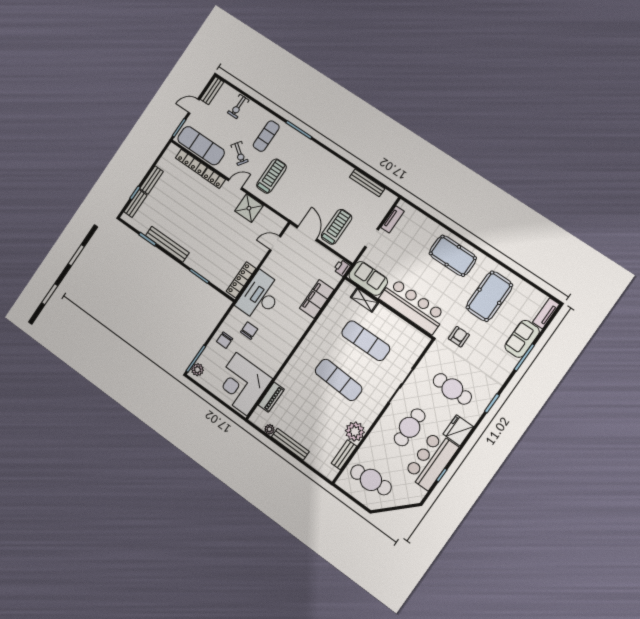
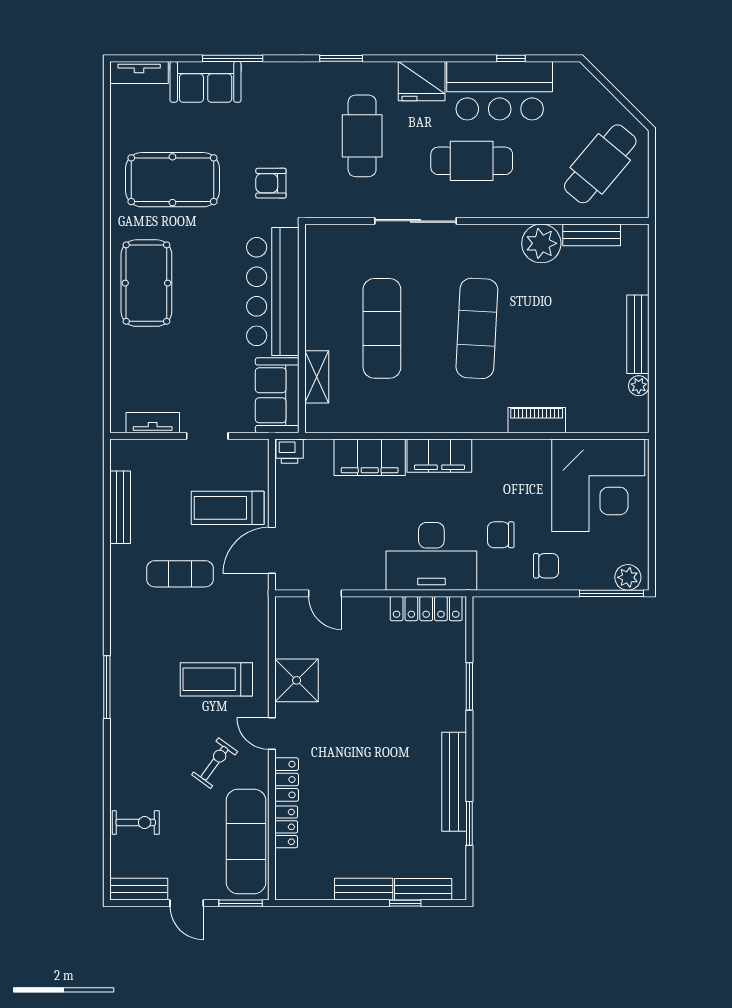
exercise mat: (266, 136) -> (180, 574), moved
locker: (191, 162) -> (286, 827), width x0.66
filing cabinet: (298, 328) -> (439, 456), added
piano: (271, 397) -> (537, 420), moved
cafe table: (371, 480) -> (600, 164), turned 46

